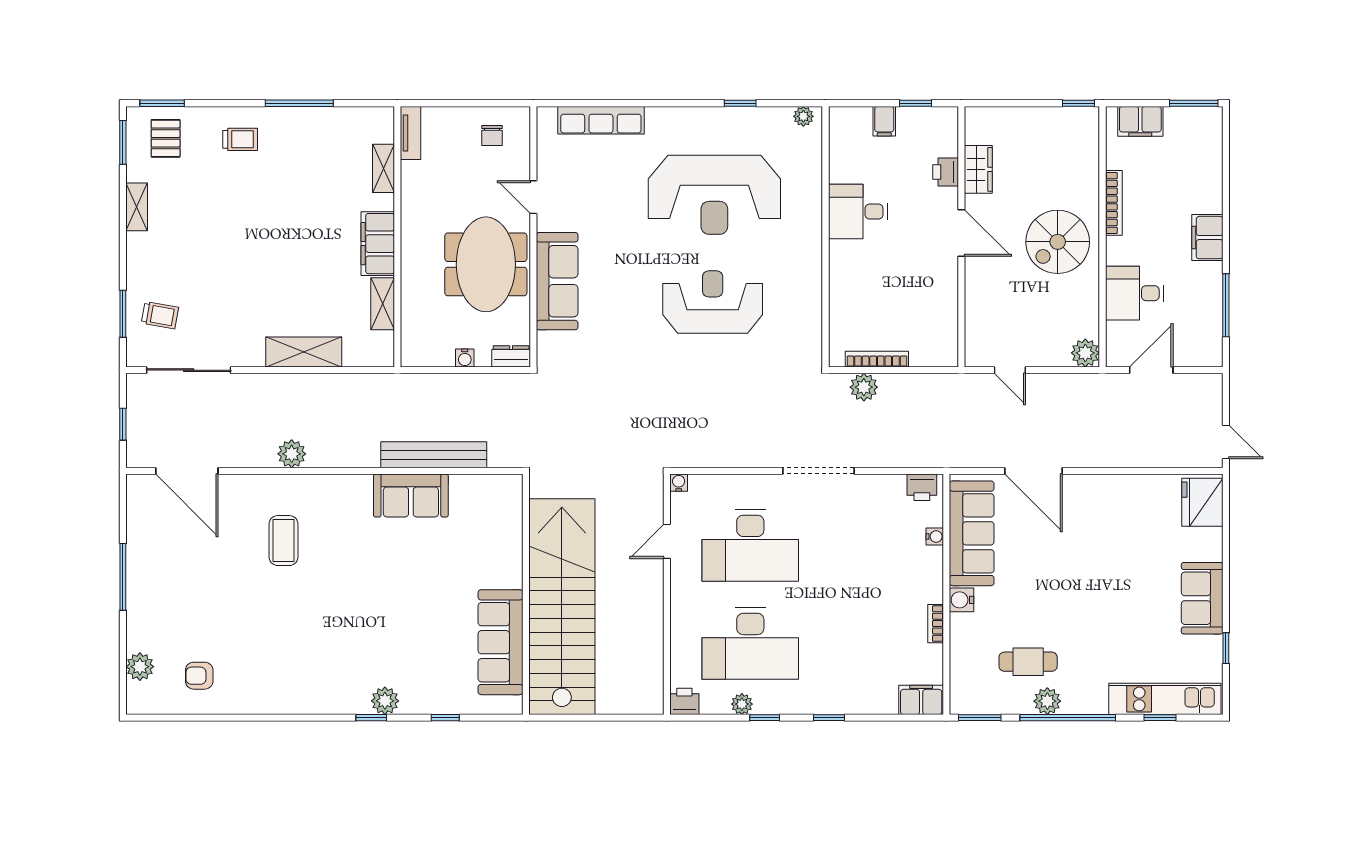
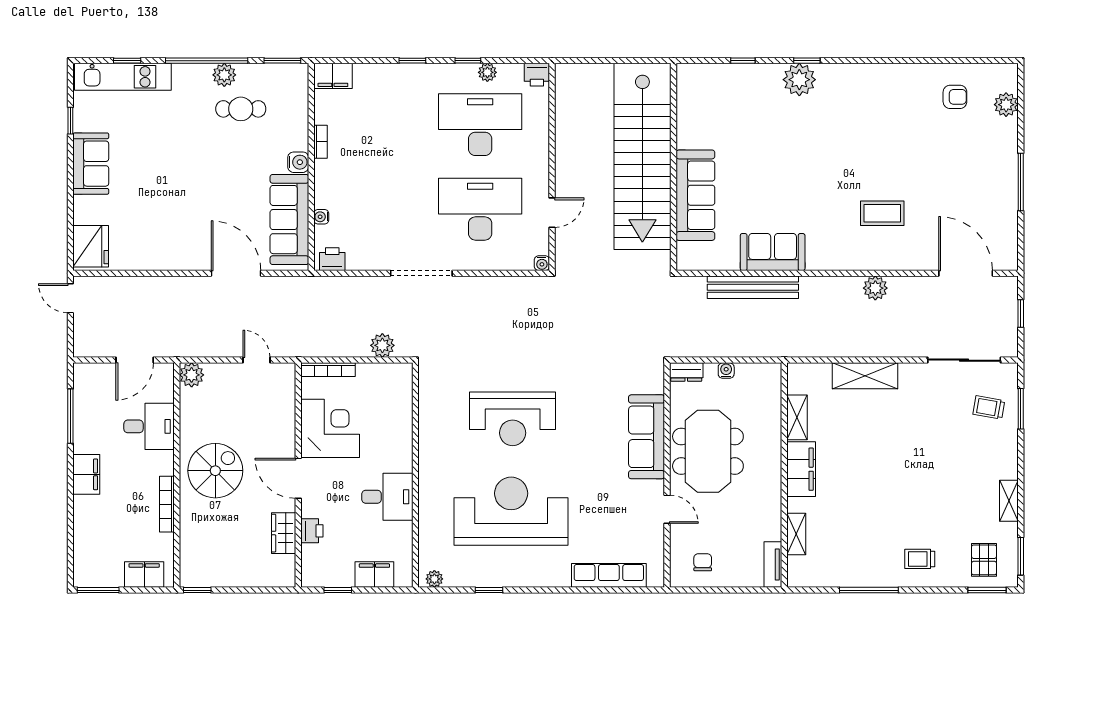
filing cabinet: (884, 121) -> (374, 575), width x2.00
corner desk: (924, 291) -> (330, 428), added
bookcase: (877, 359) -> (328, 370), moved
coffee table: (284, 541) -> (882, 213), turned 90
sofa: (500, 642) -> (695, 195), moved
plant: (385, 701) -> (799, 80), width x1.36, depth x1.36

